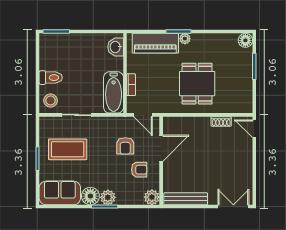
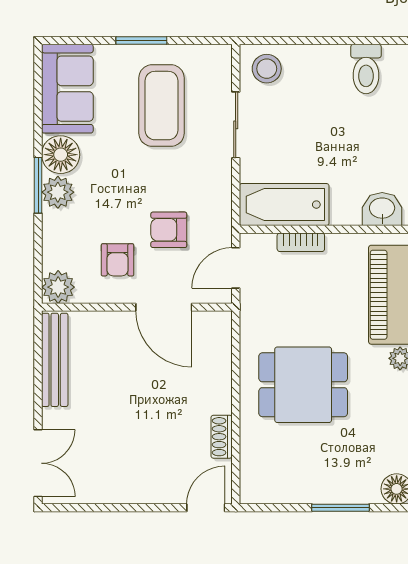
toilet: (51, 78) -> (366, 69), moved

